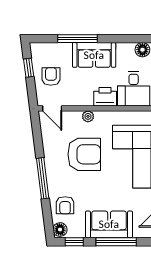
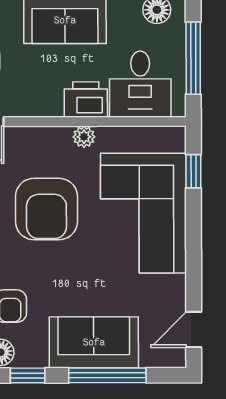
plant: (88, 116) -> (84, 137), moved
armchair: (84, 154) -> (46, 209), turned 90

